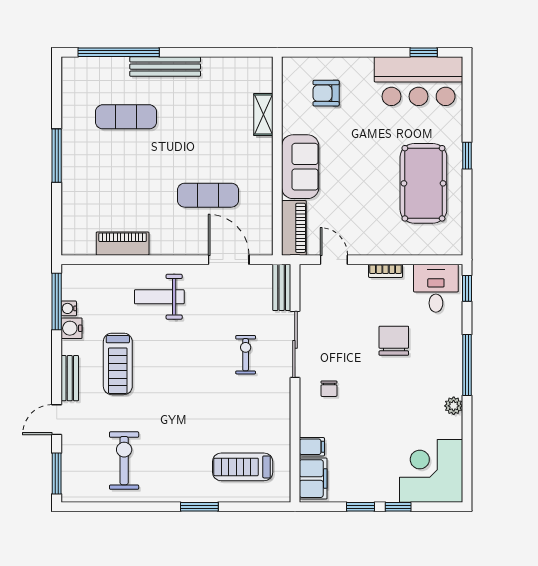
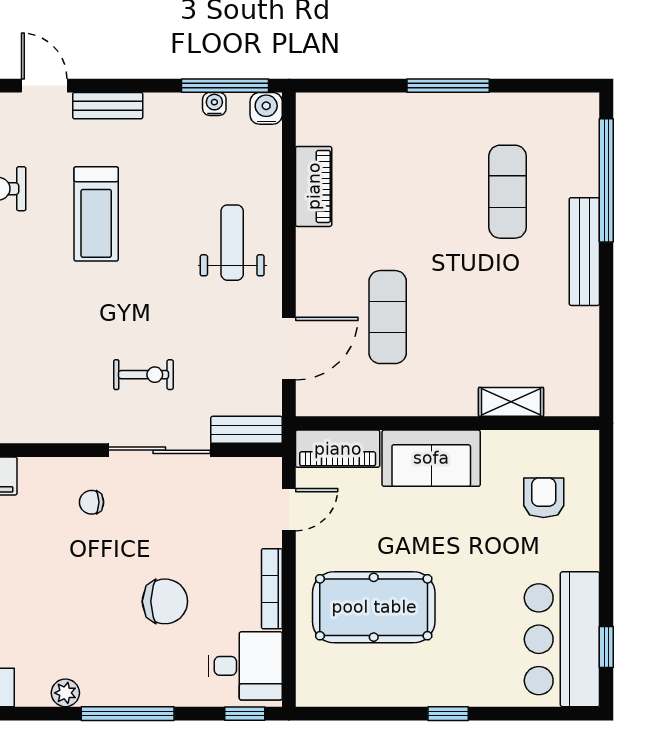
pool table: (423, 183) -> (374, 607), moved
bookcase: (386, 271) -> (272, 589), width x1.56
water cooler: (72, 328) -> (266, 108), moved
treadmill: (118, 364) -> (96, 214), moved, turned -90

